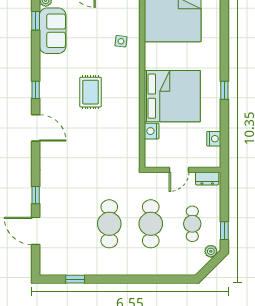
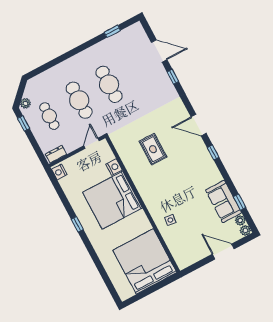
rug: (91, 92) -> (153, 149), moved
nightstand: (214, 139) -> (59, 172), moved
door: (179, 170) -> (92, 143), moved

